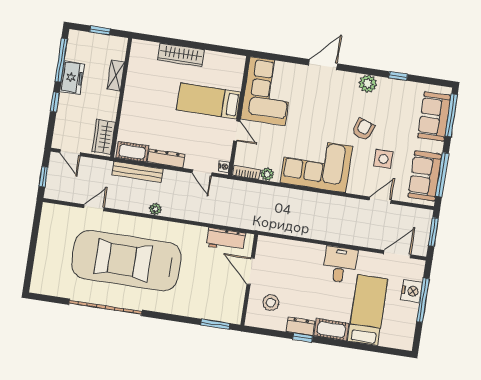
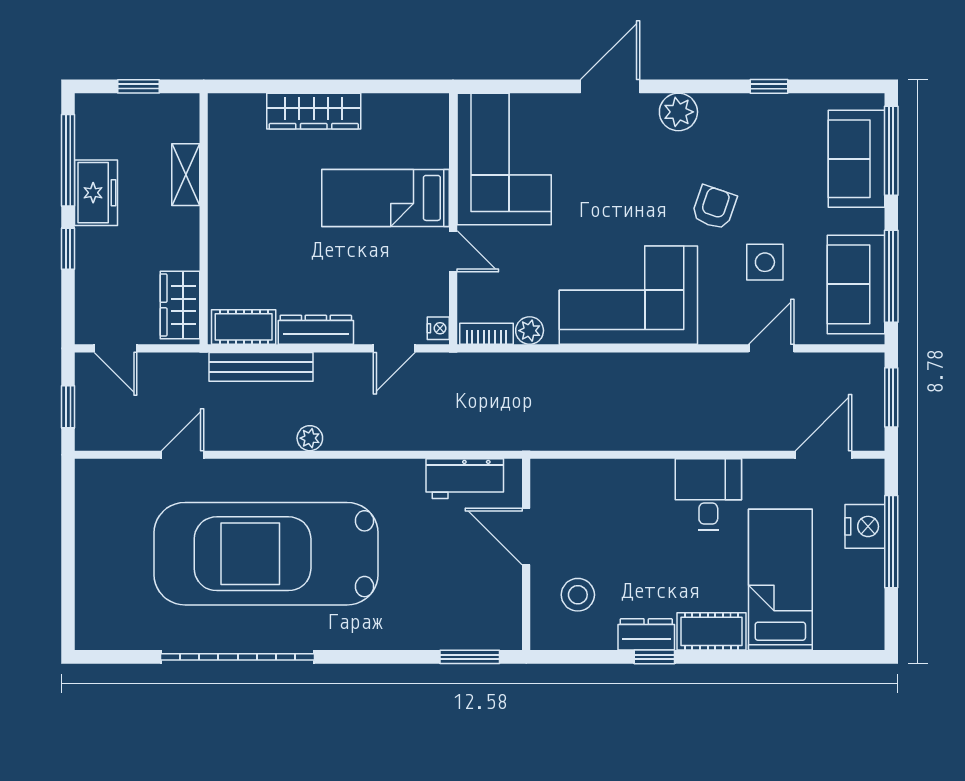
plant: (368, 84) -> (678, 112), moved
door: (202, 173) -> (394, 348), hinge flipped

